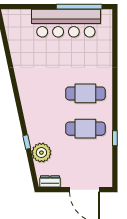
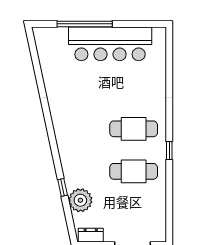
window: (79, 7) -> (85, 24), moved
window: (115, 138) -> (169, 150), moved

